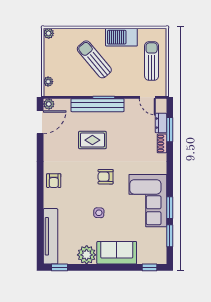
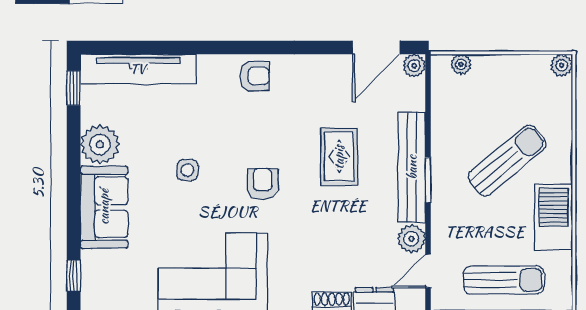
plant: (132, 105) -> (411, 239), added
door: (40, 122) -> (376, 48), hinge flipped
armchair: (54, 181) -> (255, 76), turned 180

